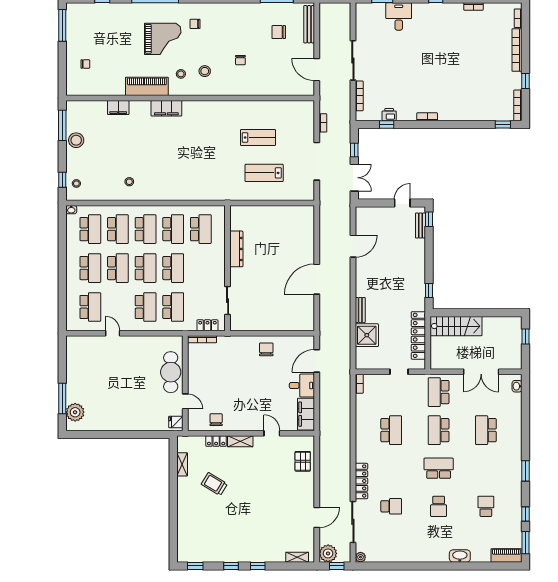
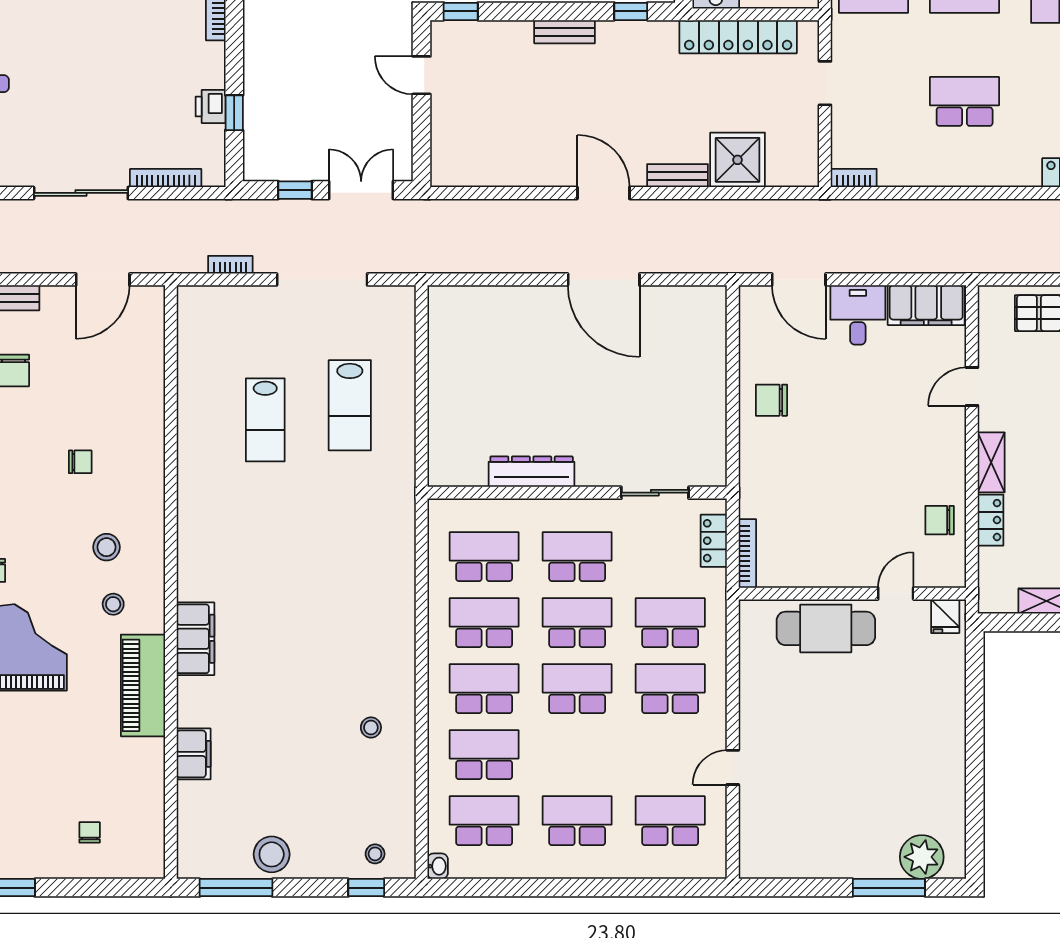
lab bench: (258, 138) -> (265, 420), turned 180
bench: (420, 226) -> (565, 32), moved
door: (353, 246) -> (603, 193), moved
school desk: (118, 268) -> (577, 557), moved

